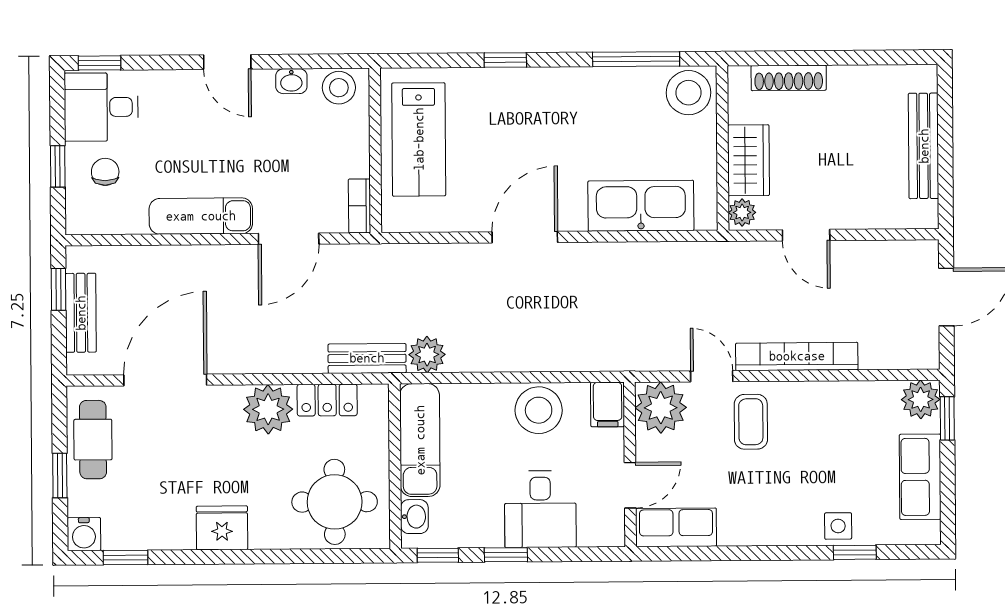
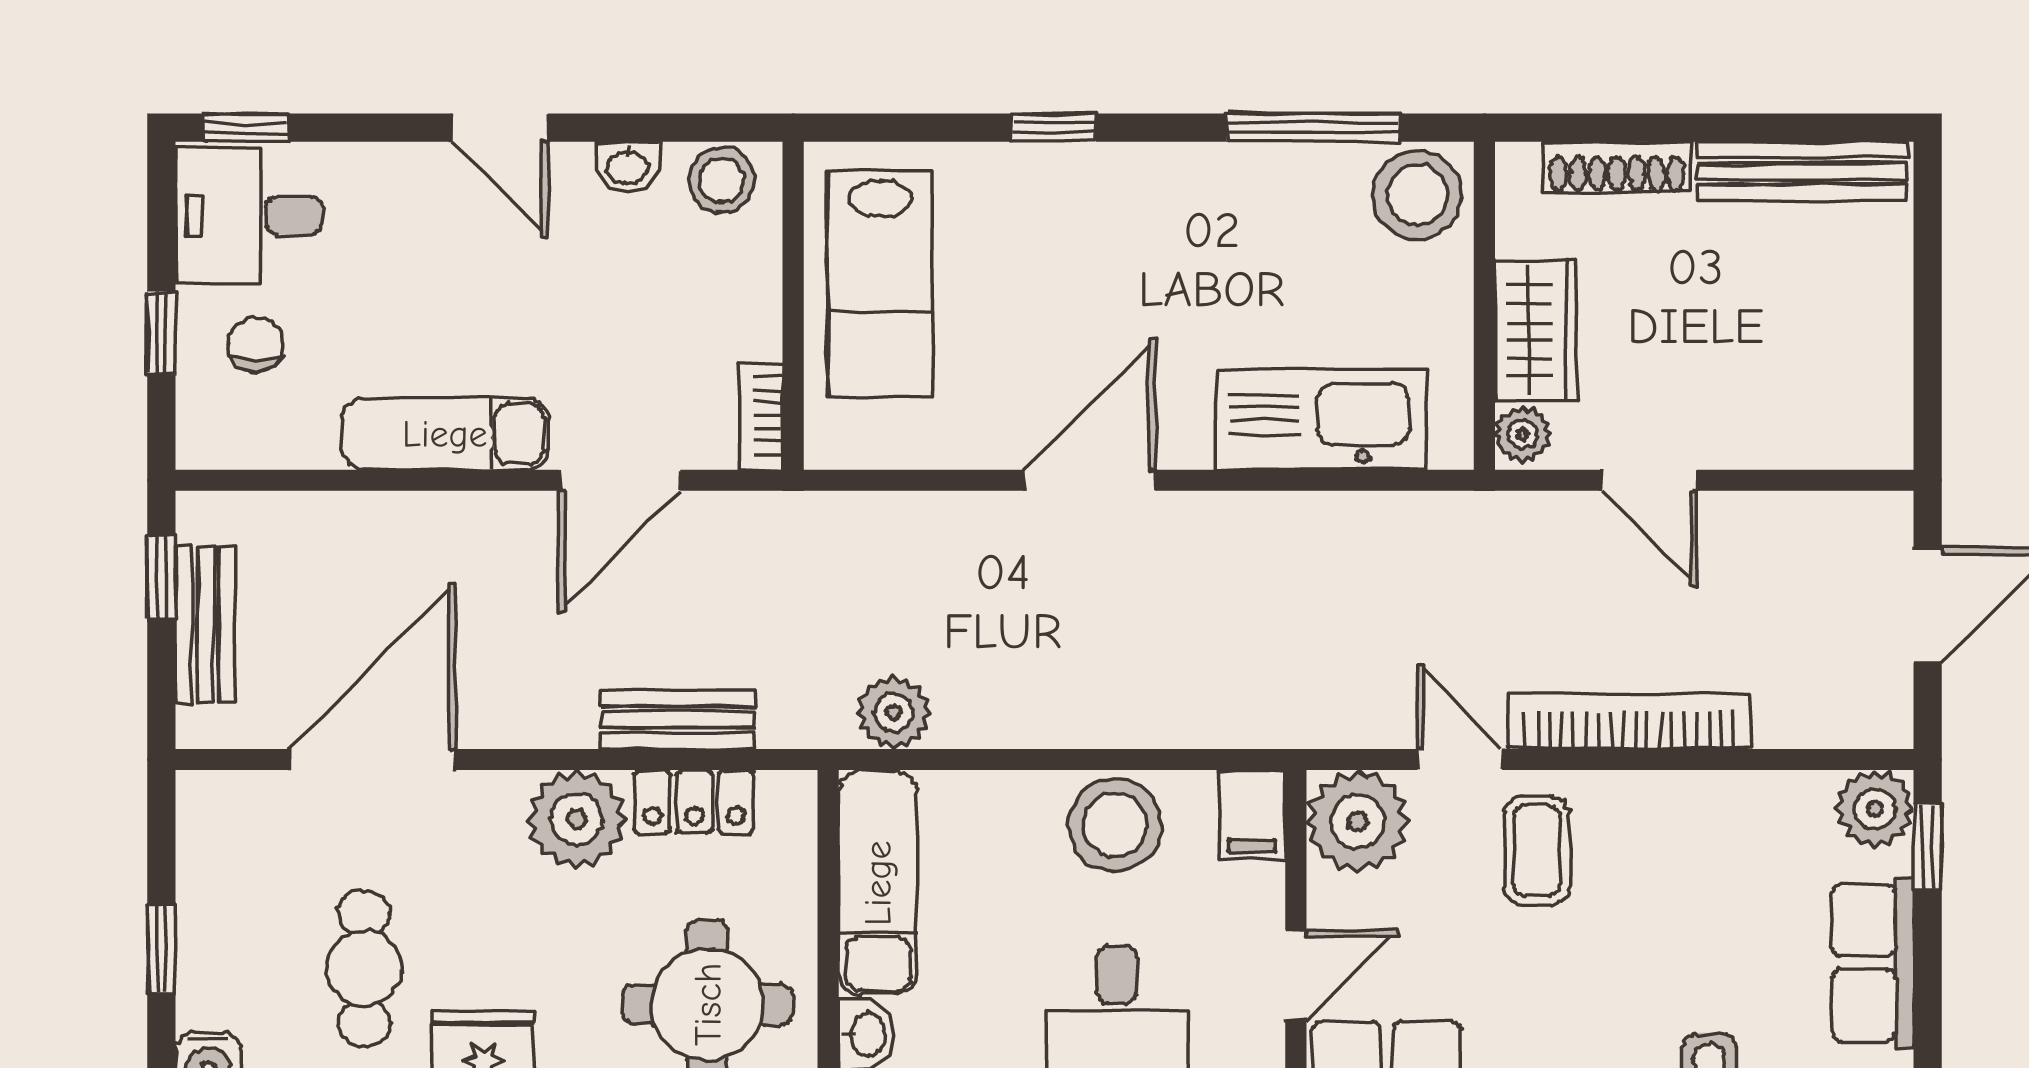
bench: (924, 146) -> (1802, 171), moved, turned 90
bench: (367, 358) -> (678, 719), moved
cafe table: (93, 440) -> (364, 968), moved

